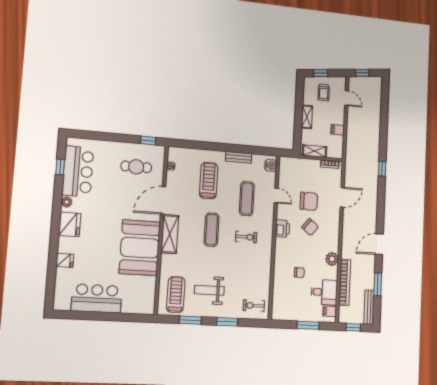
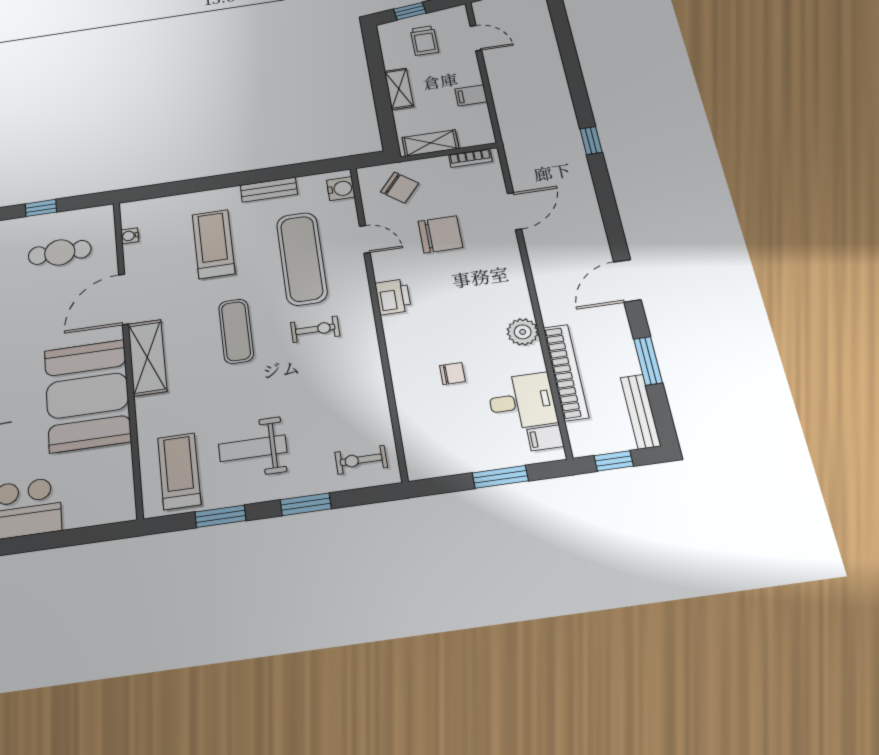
window: (148, 140) -> (41, 208), moved
exercise mat: (247, 199) -> (302, 259), width x1.36, depth x1.45
chair: (310, 227) -> (400, 188), moved

